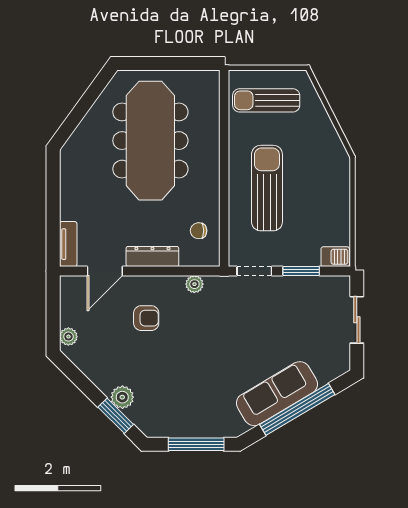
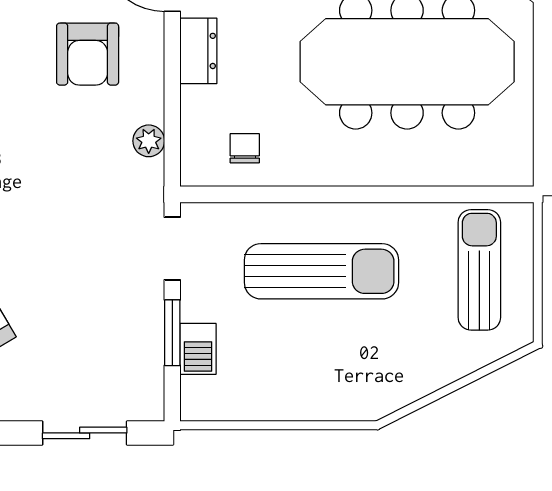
dresser: (152, 256) -> (198, 51), width x0.70
barbecue: (335, 257) -> (198, 349), moved
armchair: (146, 318) -> (88, 54), width x1.38, depth x1.38

